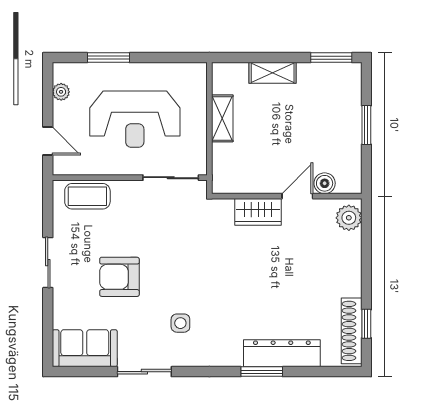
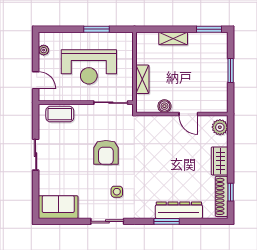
window: (108, 58) -> (96, 29), moved
shelving: (222, 118) -> (142, 79), moved
boiler: (325, 183) -> (164, 106), moved
door: (297, 196) -> (188, 114), swing flipped
wardrobe: (258, 212) -> (220, 161), moved, turned 90
armchair: (119, 277) -> (106, 152), moved, turned -90
sliding door: (144, 372) -> (107, 221), moved

